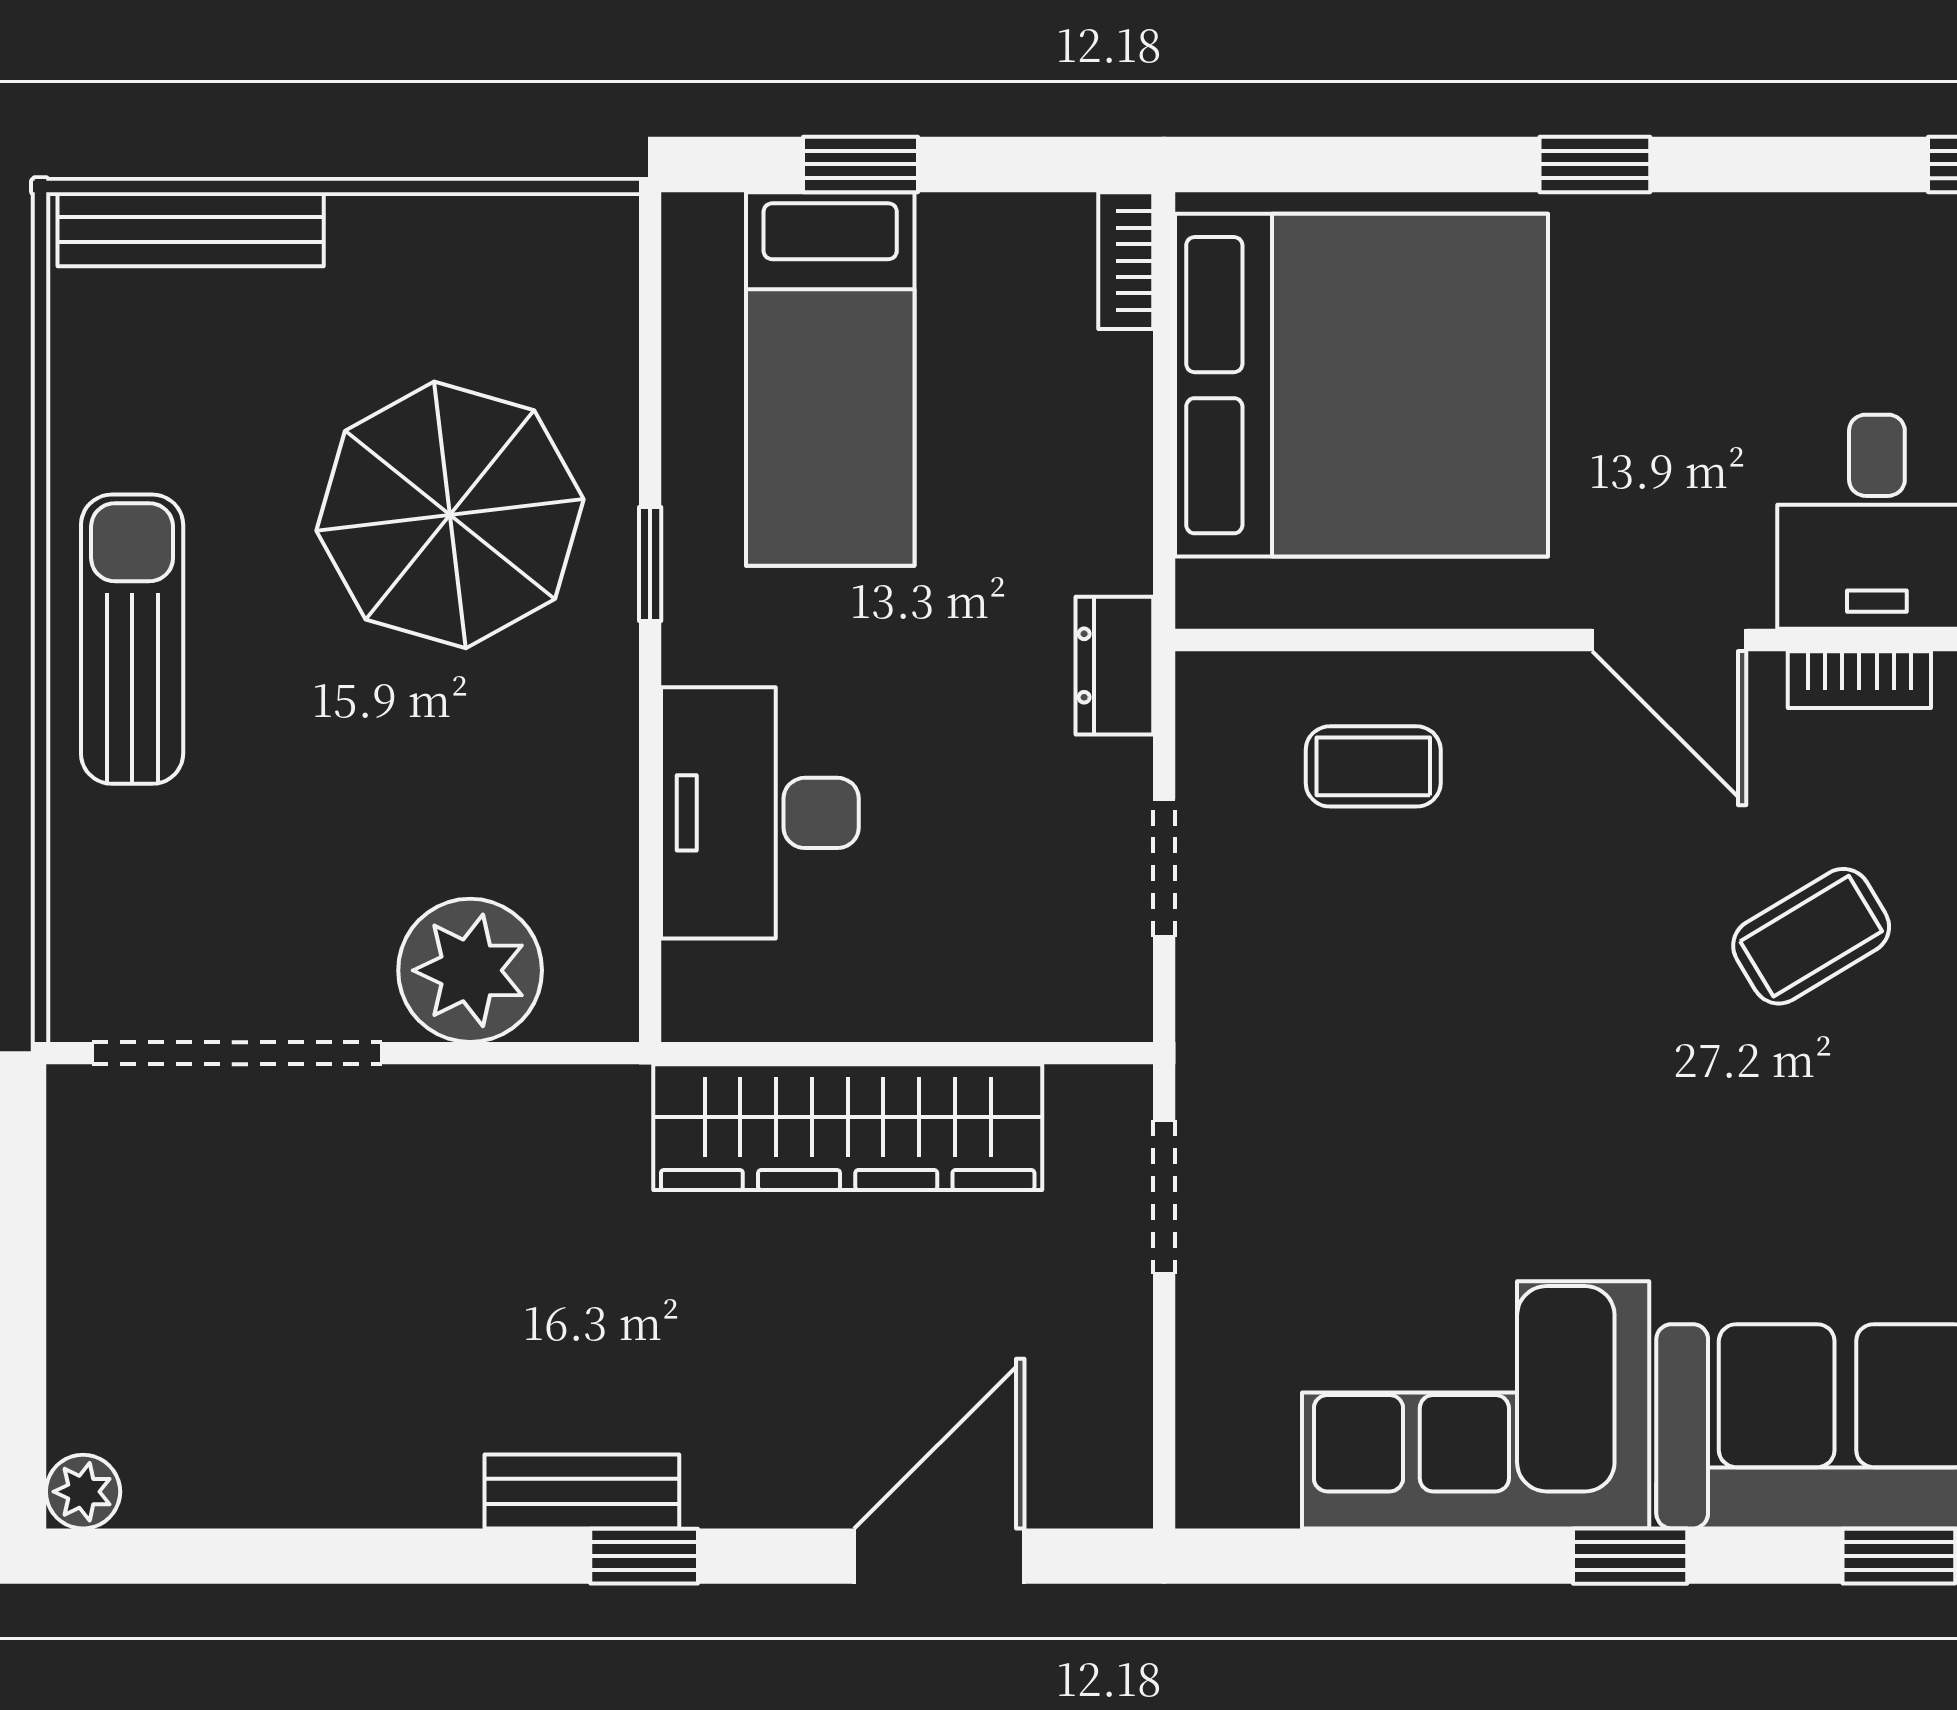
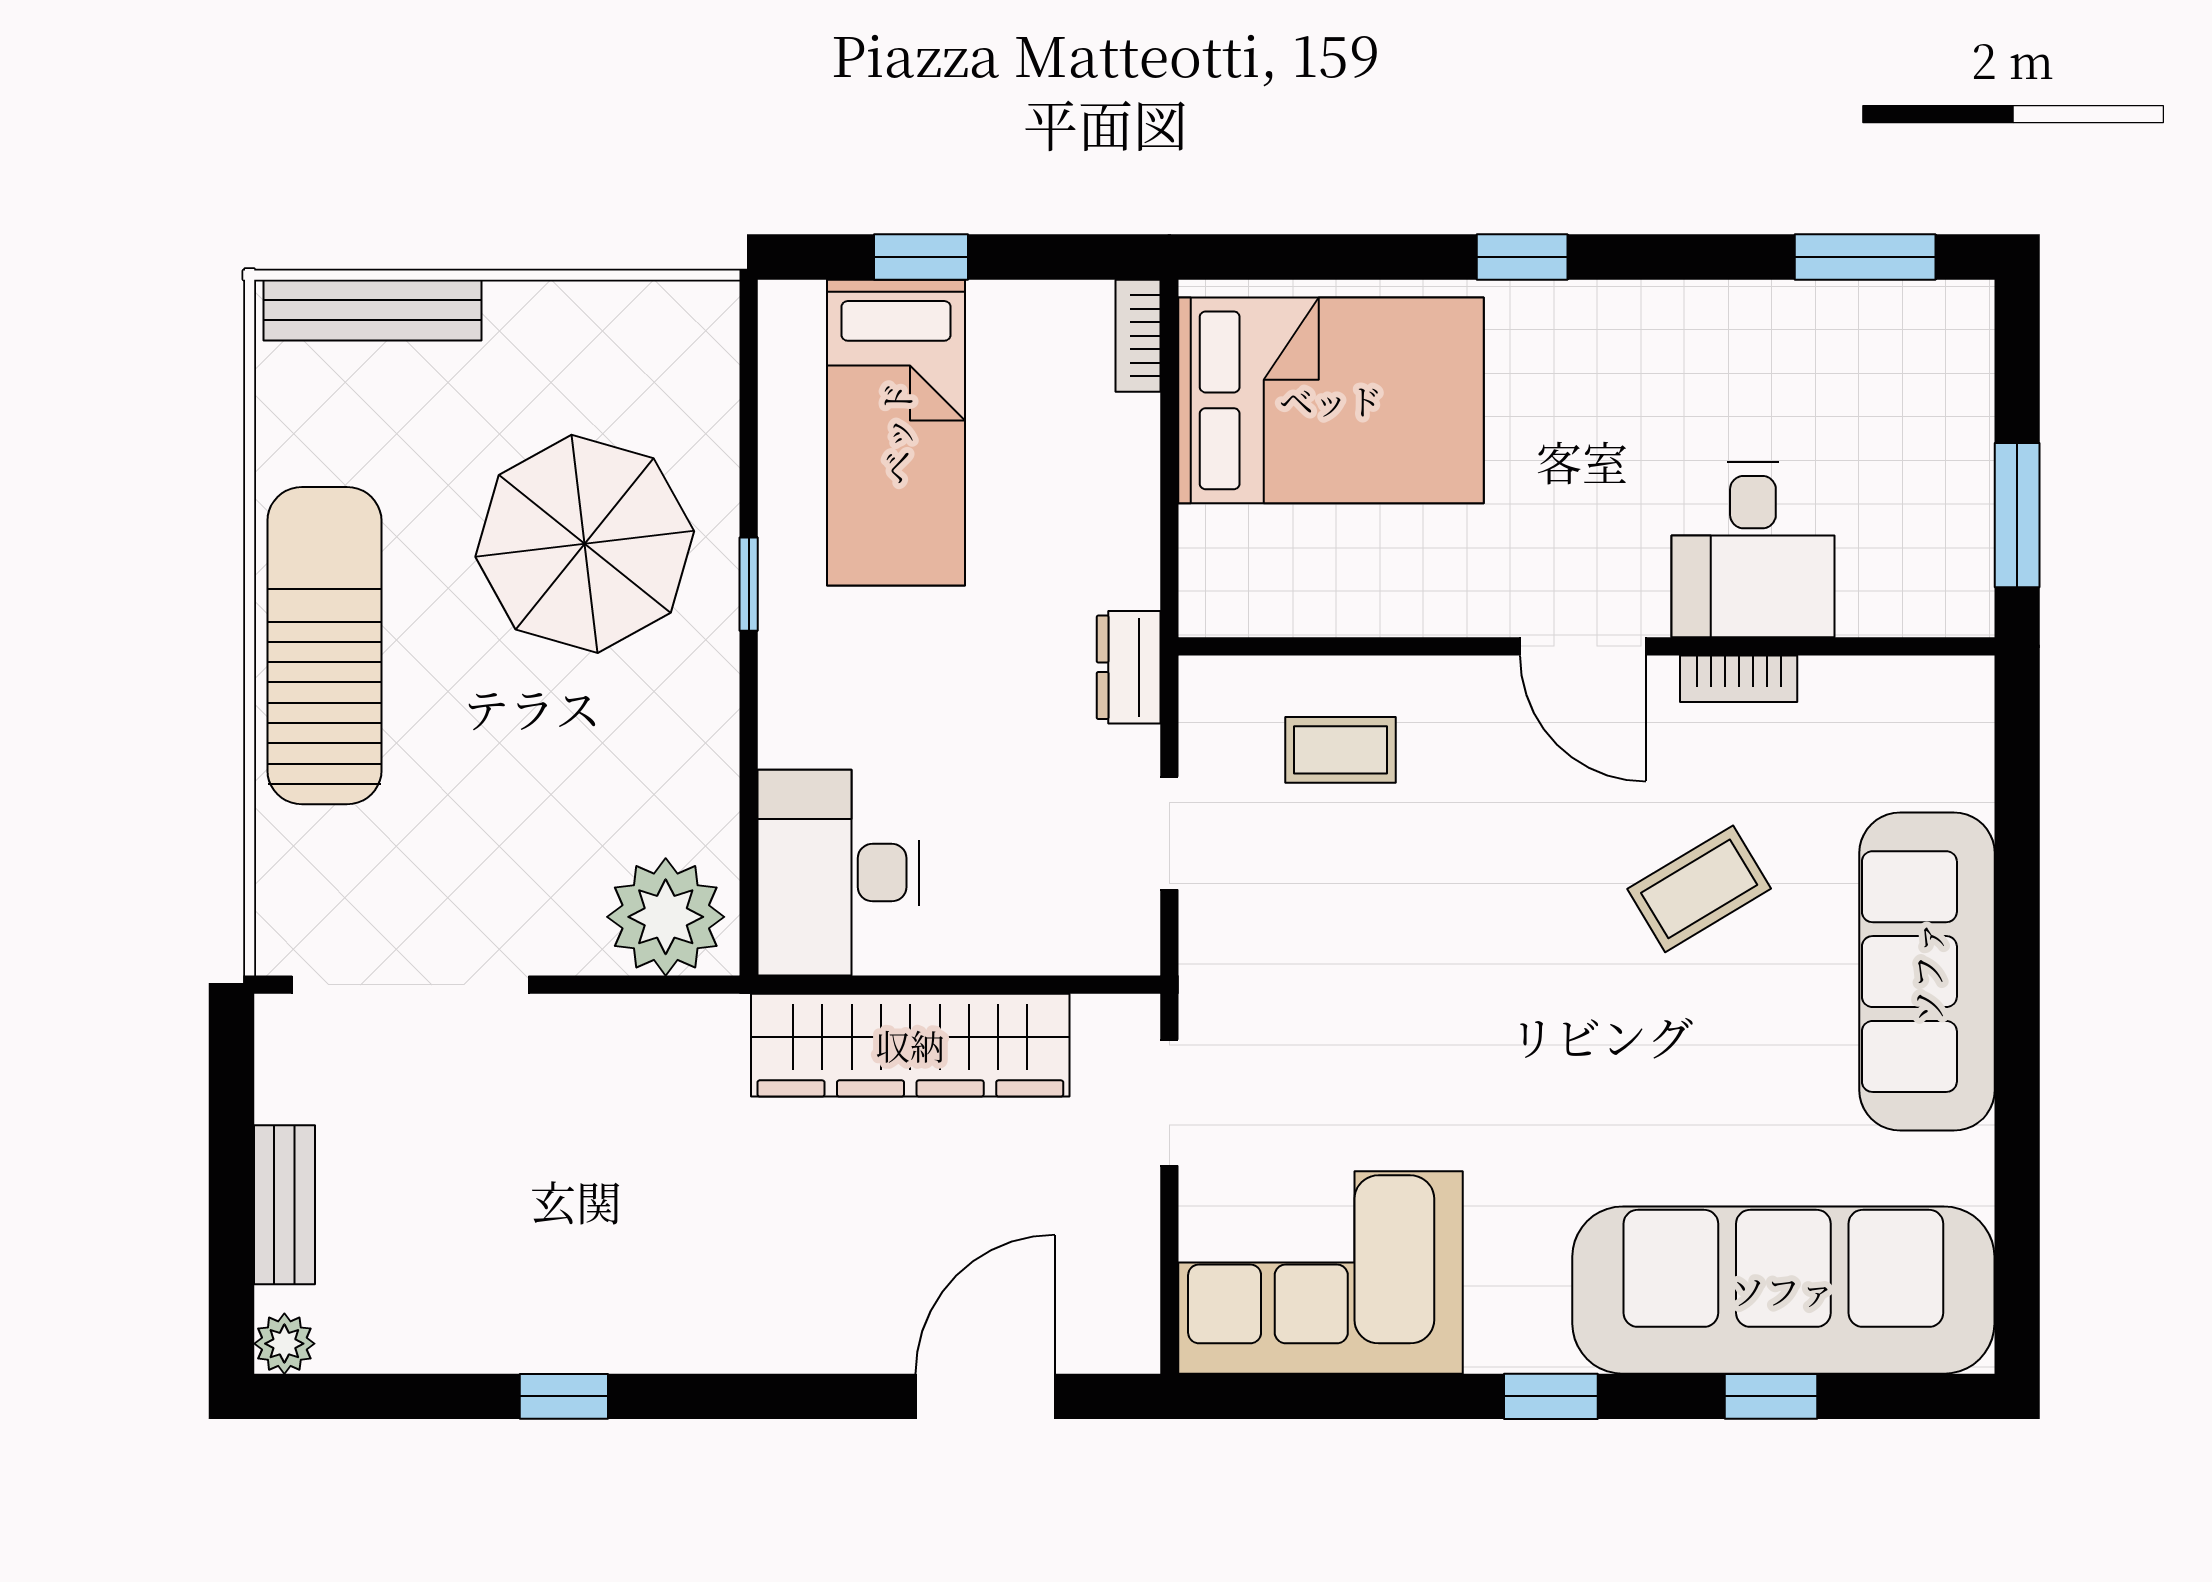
bed: (1362, 385) -> (1331, 400), width x0.73
sun lounger: (132, 639) -> (324, 646), width x1.36, depth x1.34
desk: (760, 813) -> (838, 873), moved
plant: (470, 970) -> (666, 917), moved
corner sofa: (1476, 1405) -> (1320, 1272), moved
bench: (582, 1492) -> (284, 1205), moved, turned 90
window: (644, 1556) -> (564, 1396), moved

